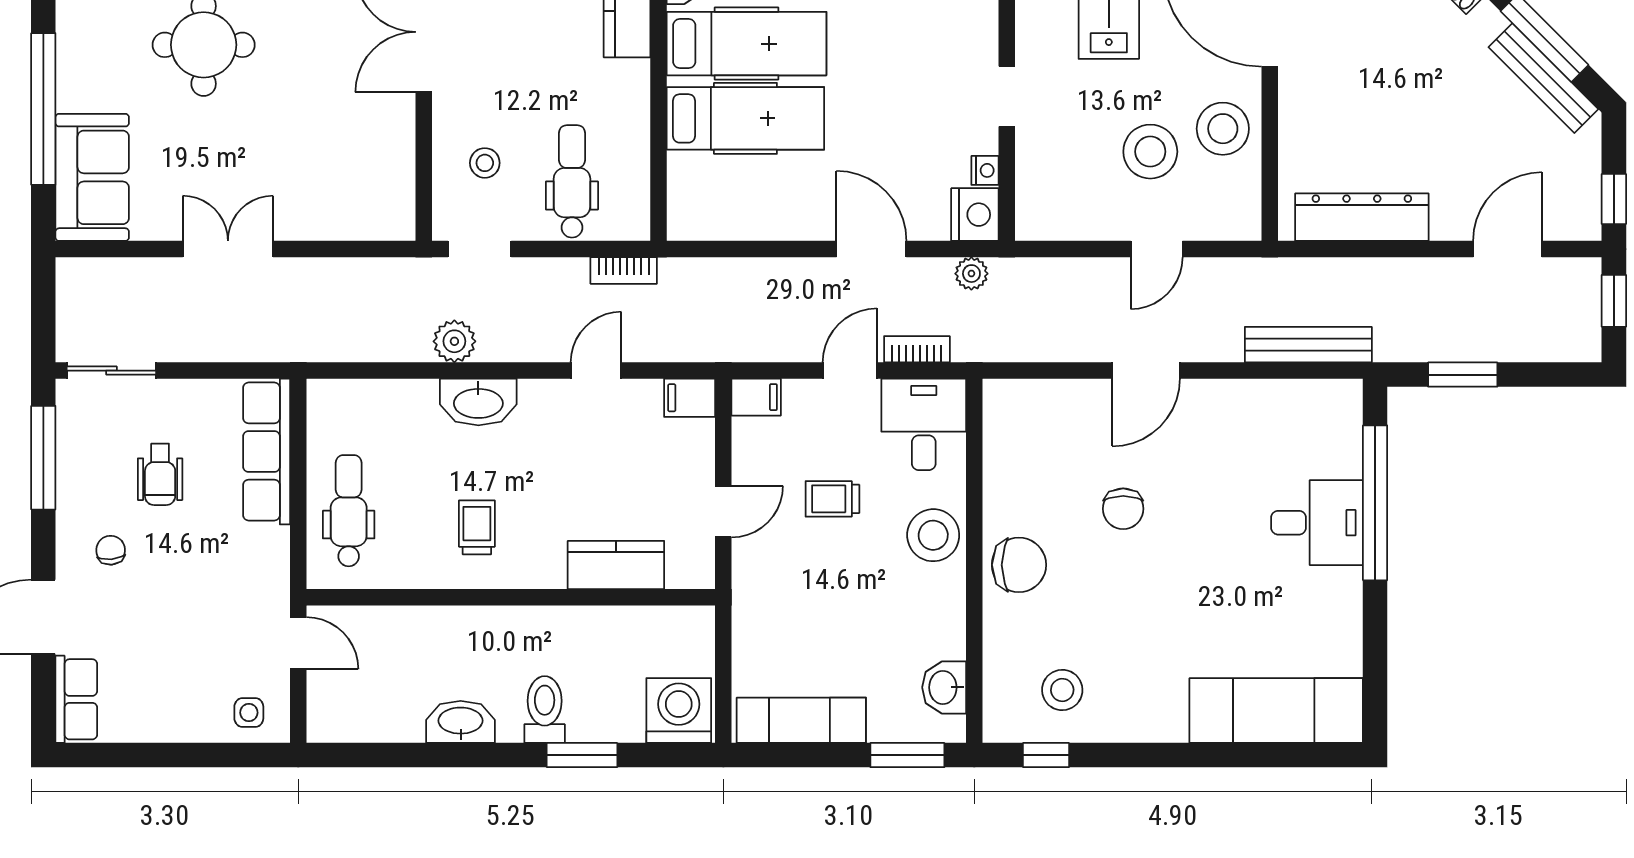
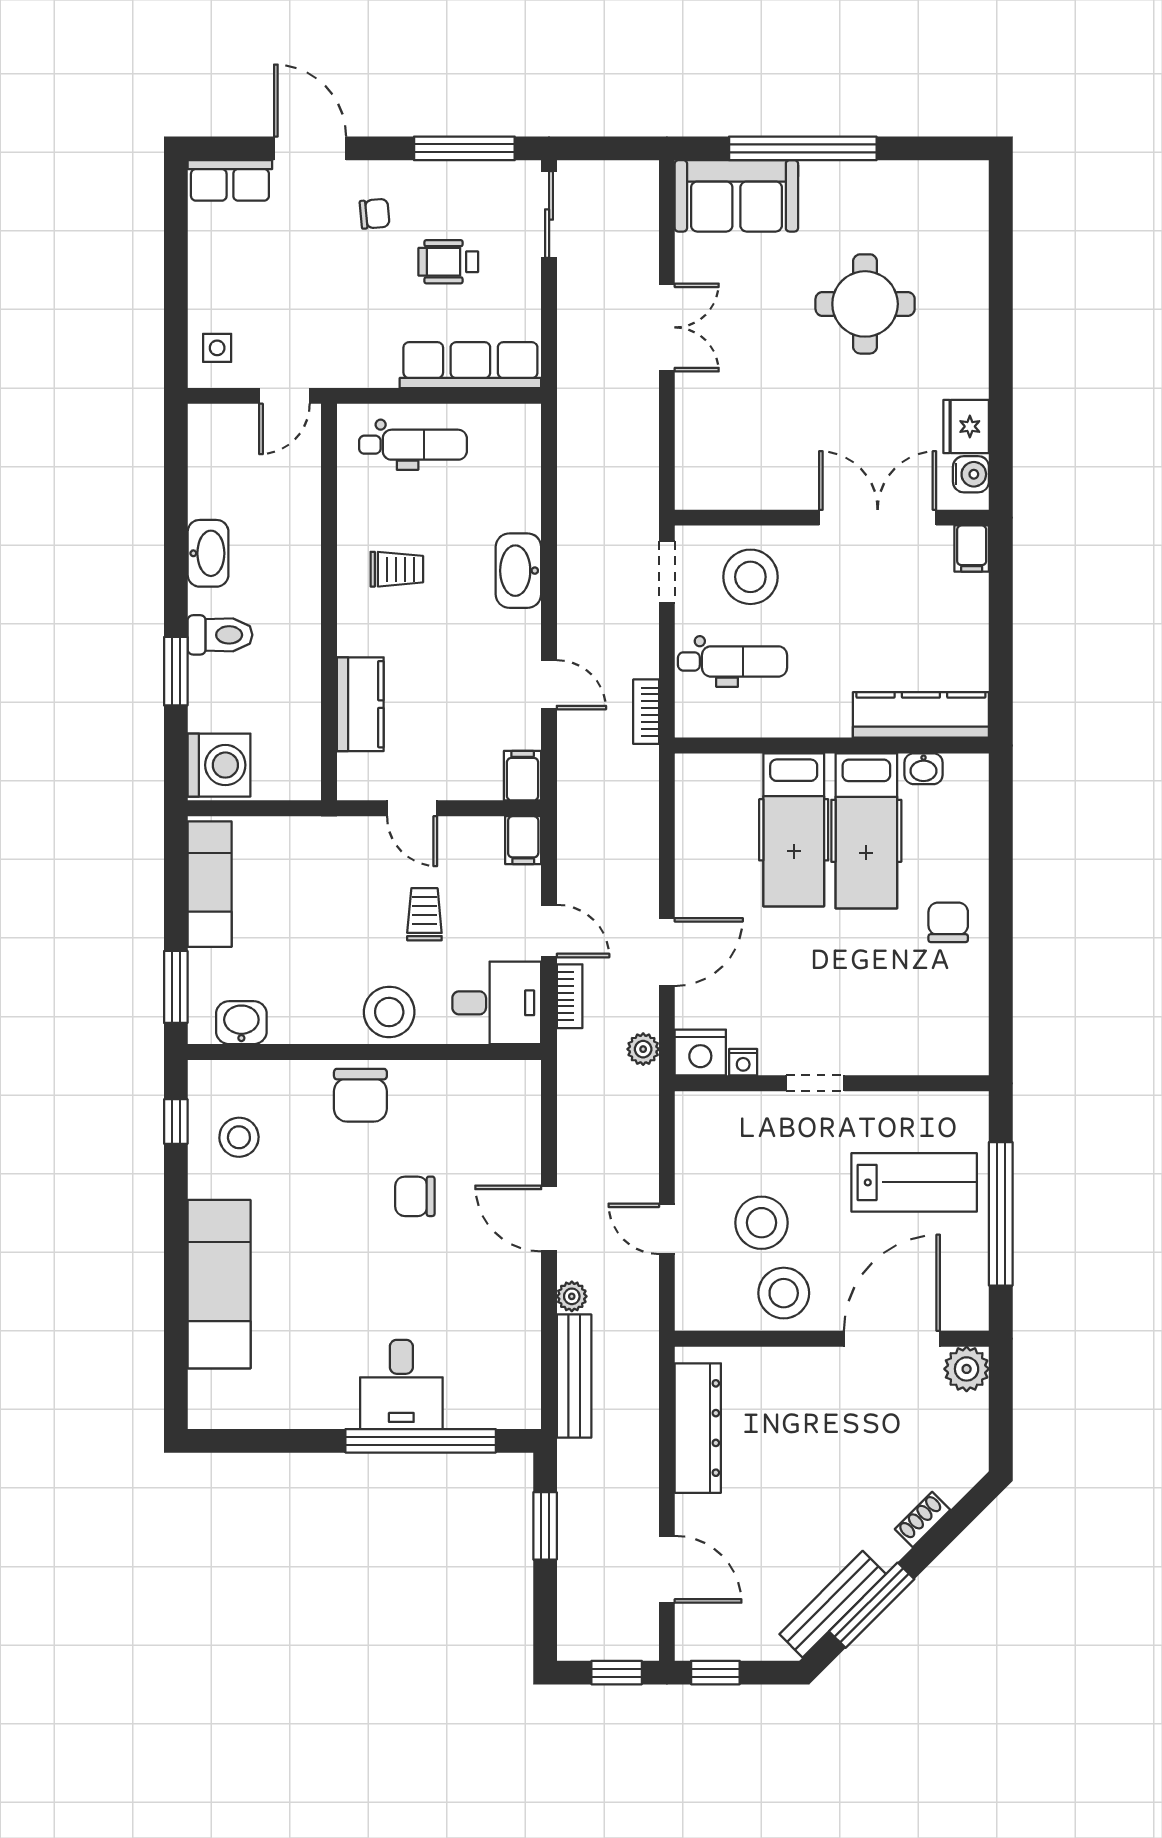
stool: (485, 163) -> (750, 577), width x1.89, depth x1.89
plant: (454, 341) -> (572, 1296), moved, width x0.73, depth x0.73
exam couch: (1276, 710) -> (219, 1284), moved

